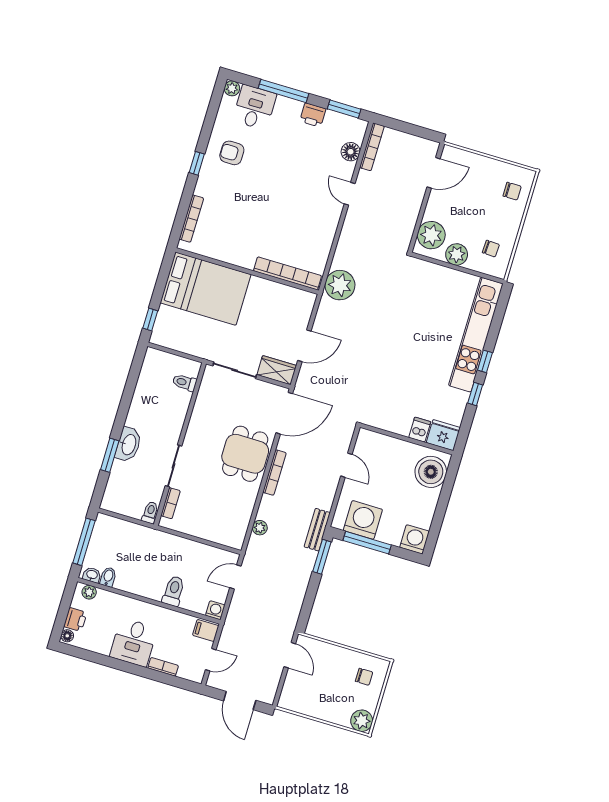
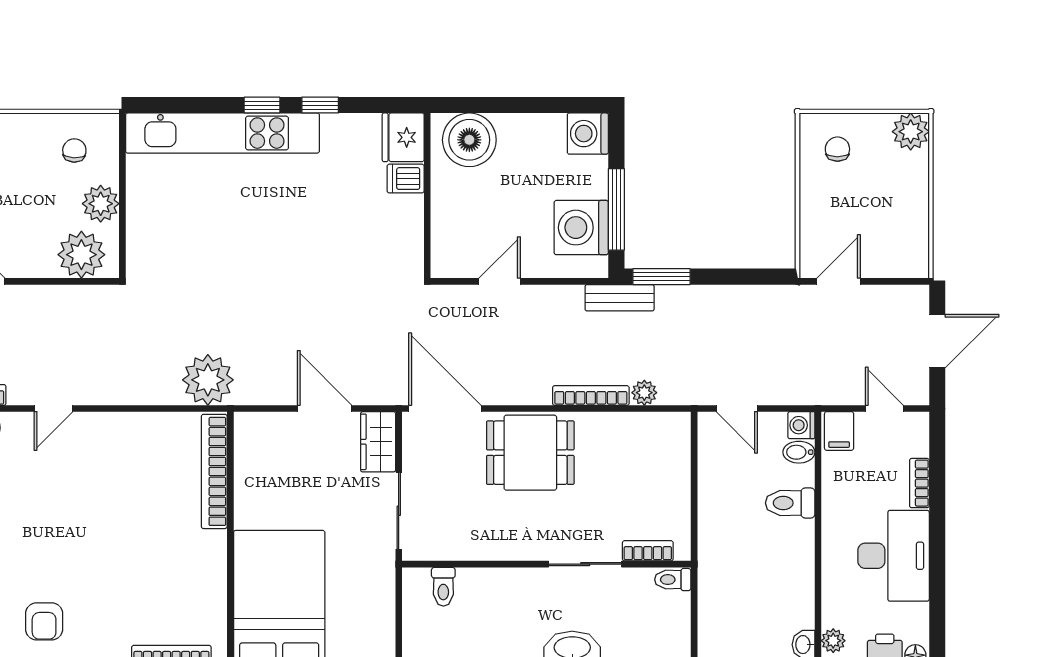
bookcase: (274, 473) -> (591, 395), moved
bidet: (108, 577) -> (799, 452), moved
desk: (134, 642) -> (894, 556), width x1.37

